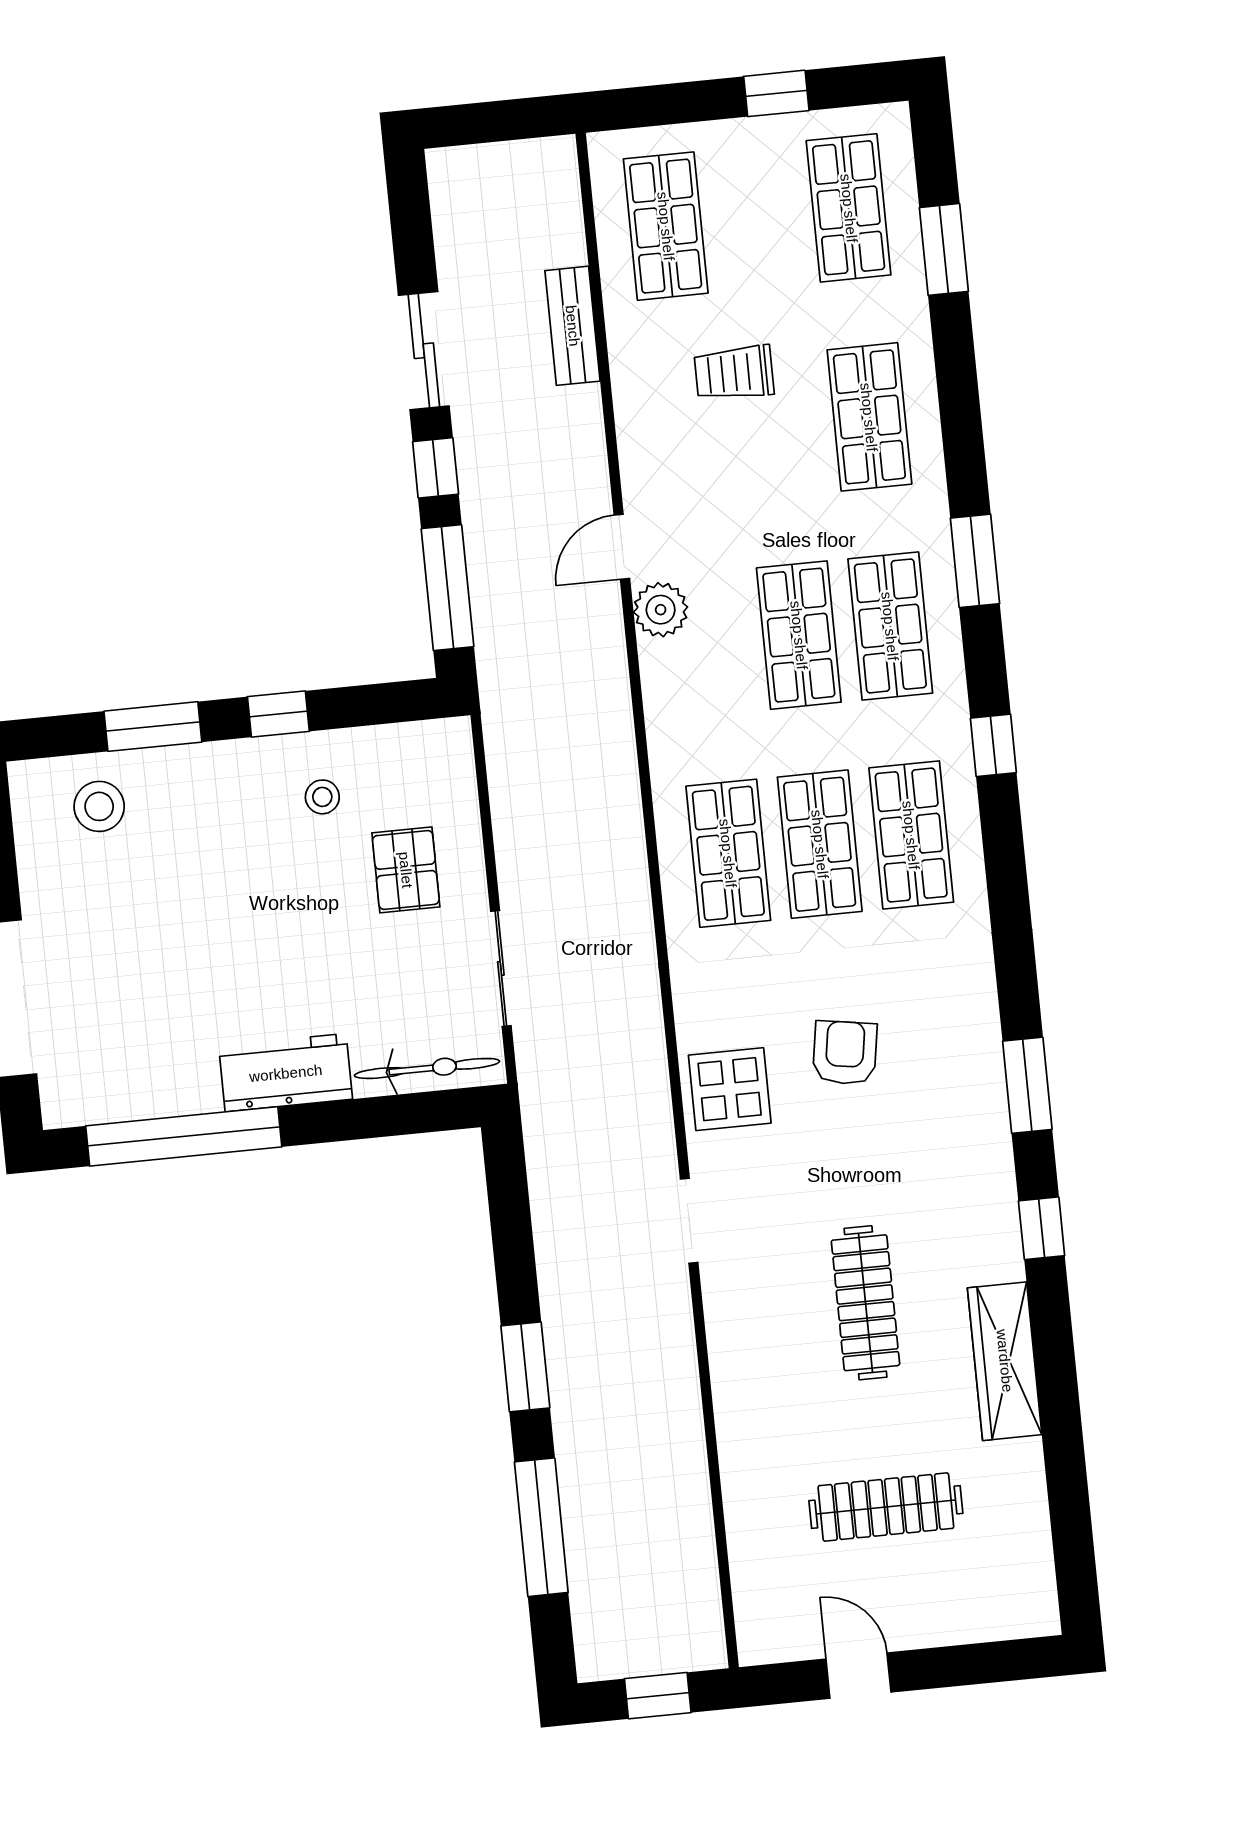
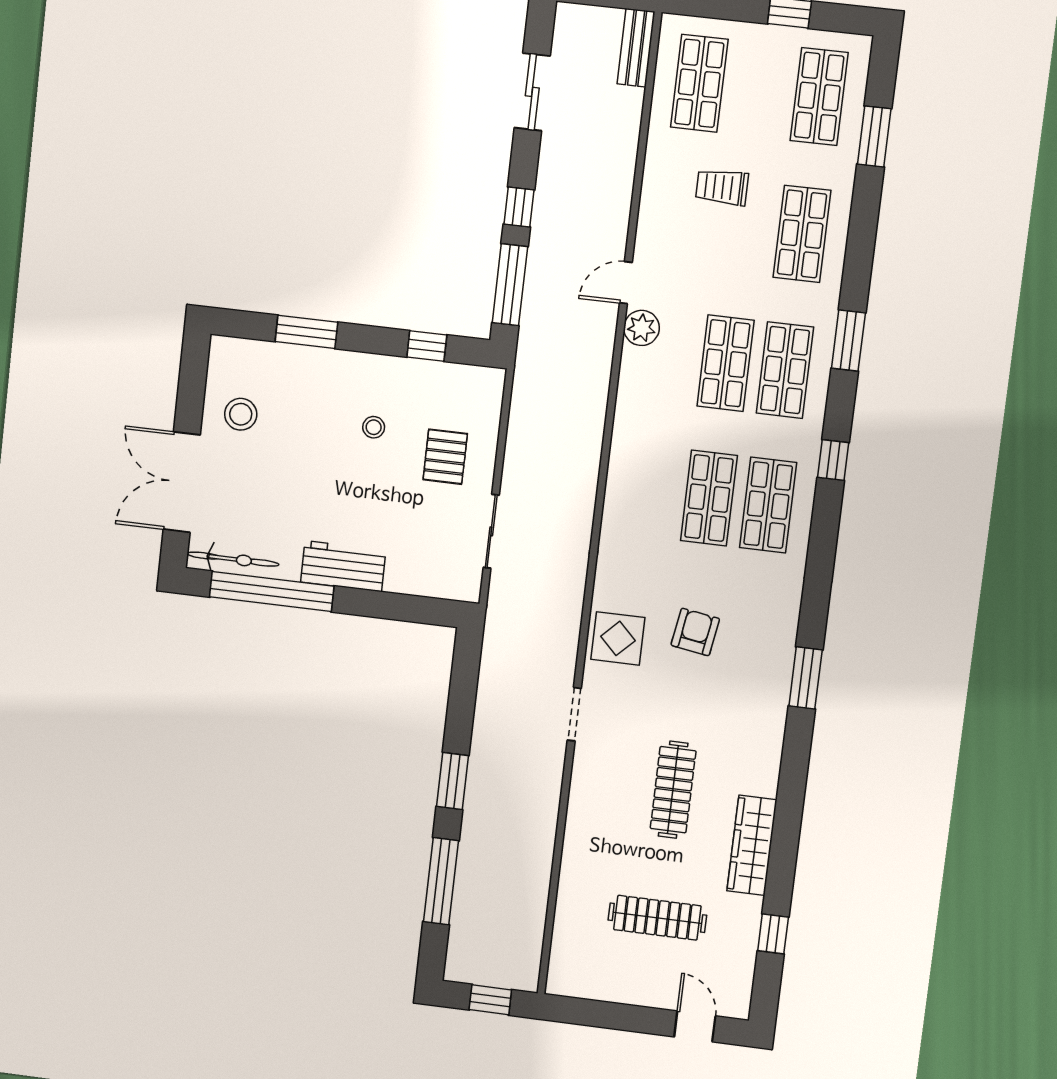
bench: (573, 326) -> (636, 48), moved
sliding door: (424, 351) -> (532, 92), moved
window: (278, 714) -> (427, 346), moved
stool: (322, 797) -> (374, 427), moved
stool: (99, 806) -> (241, 414), moved
shop shelf: (728, 853) -> (650, 491), removed
bicycle: (427, 1068) -> (233, 559), moved
window: (1042, 1228) -> (773, 934), moved
door: (858, 1676) -> (695, 1026), moved

